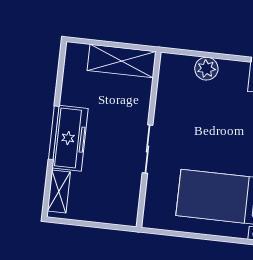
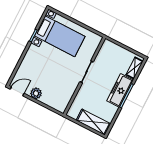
shelving: (122, 61) -> (93, 122), moved
plant: (206, 69) -> (36, 93), moved

